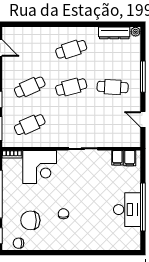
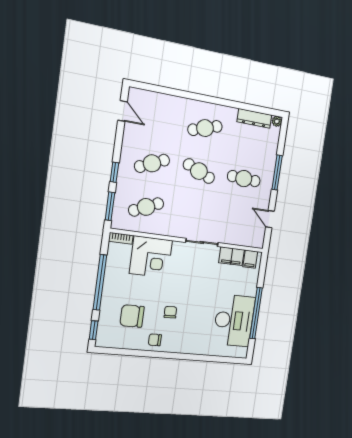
cafe table: (71, 87) -> (199, 171), turned 39
filing cabinet: (117, 158) -> (232, 256), width x2.00
desk: (127, 210) -> (234, 320), width x1.36, depth x1.30
chair: (18, 243) -> (155, 340), moved

